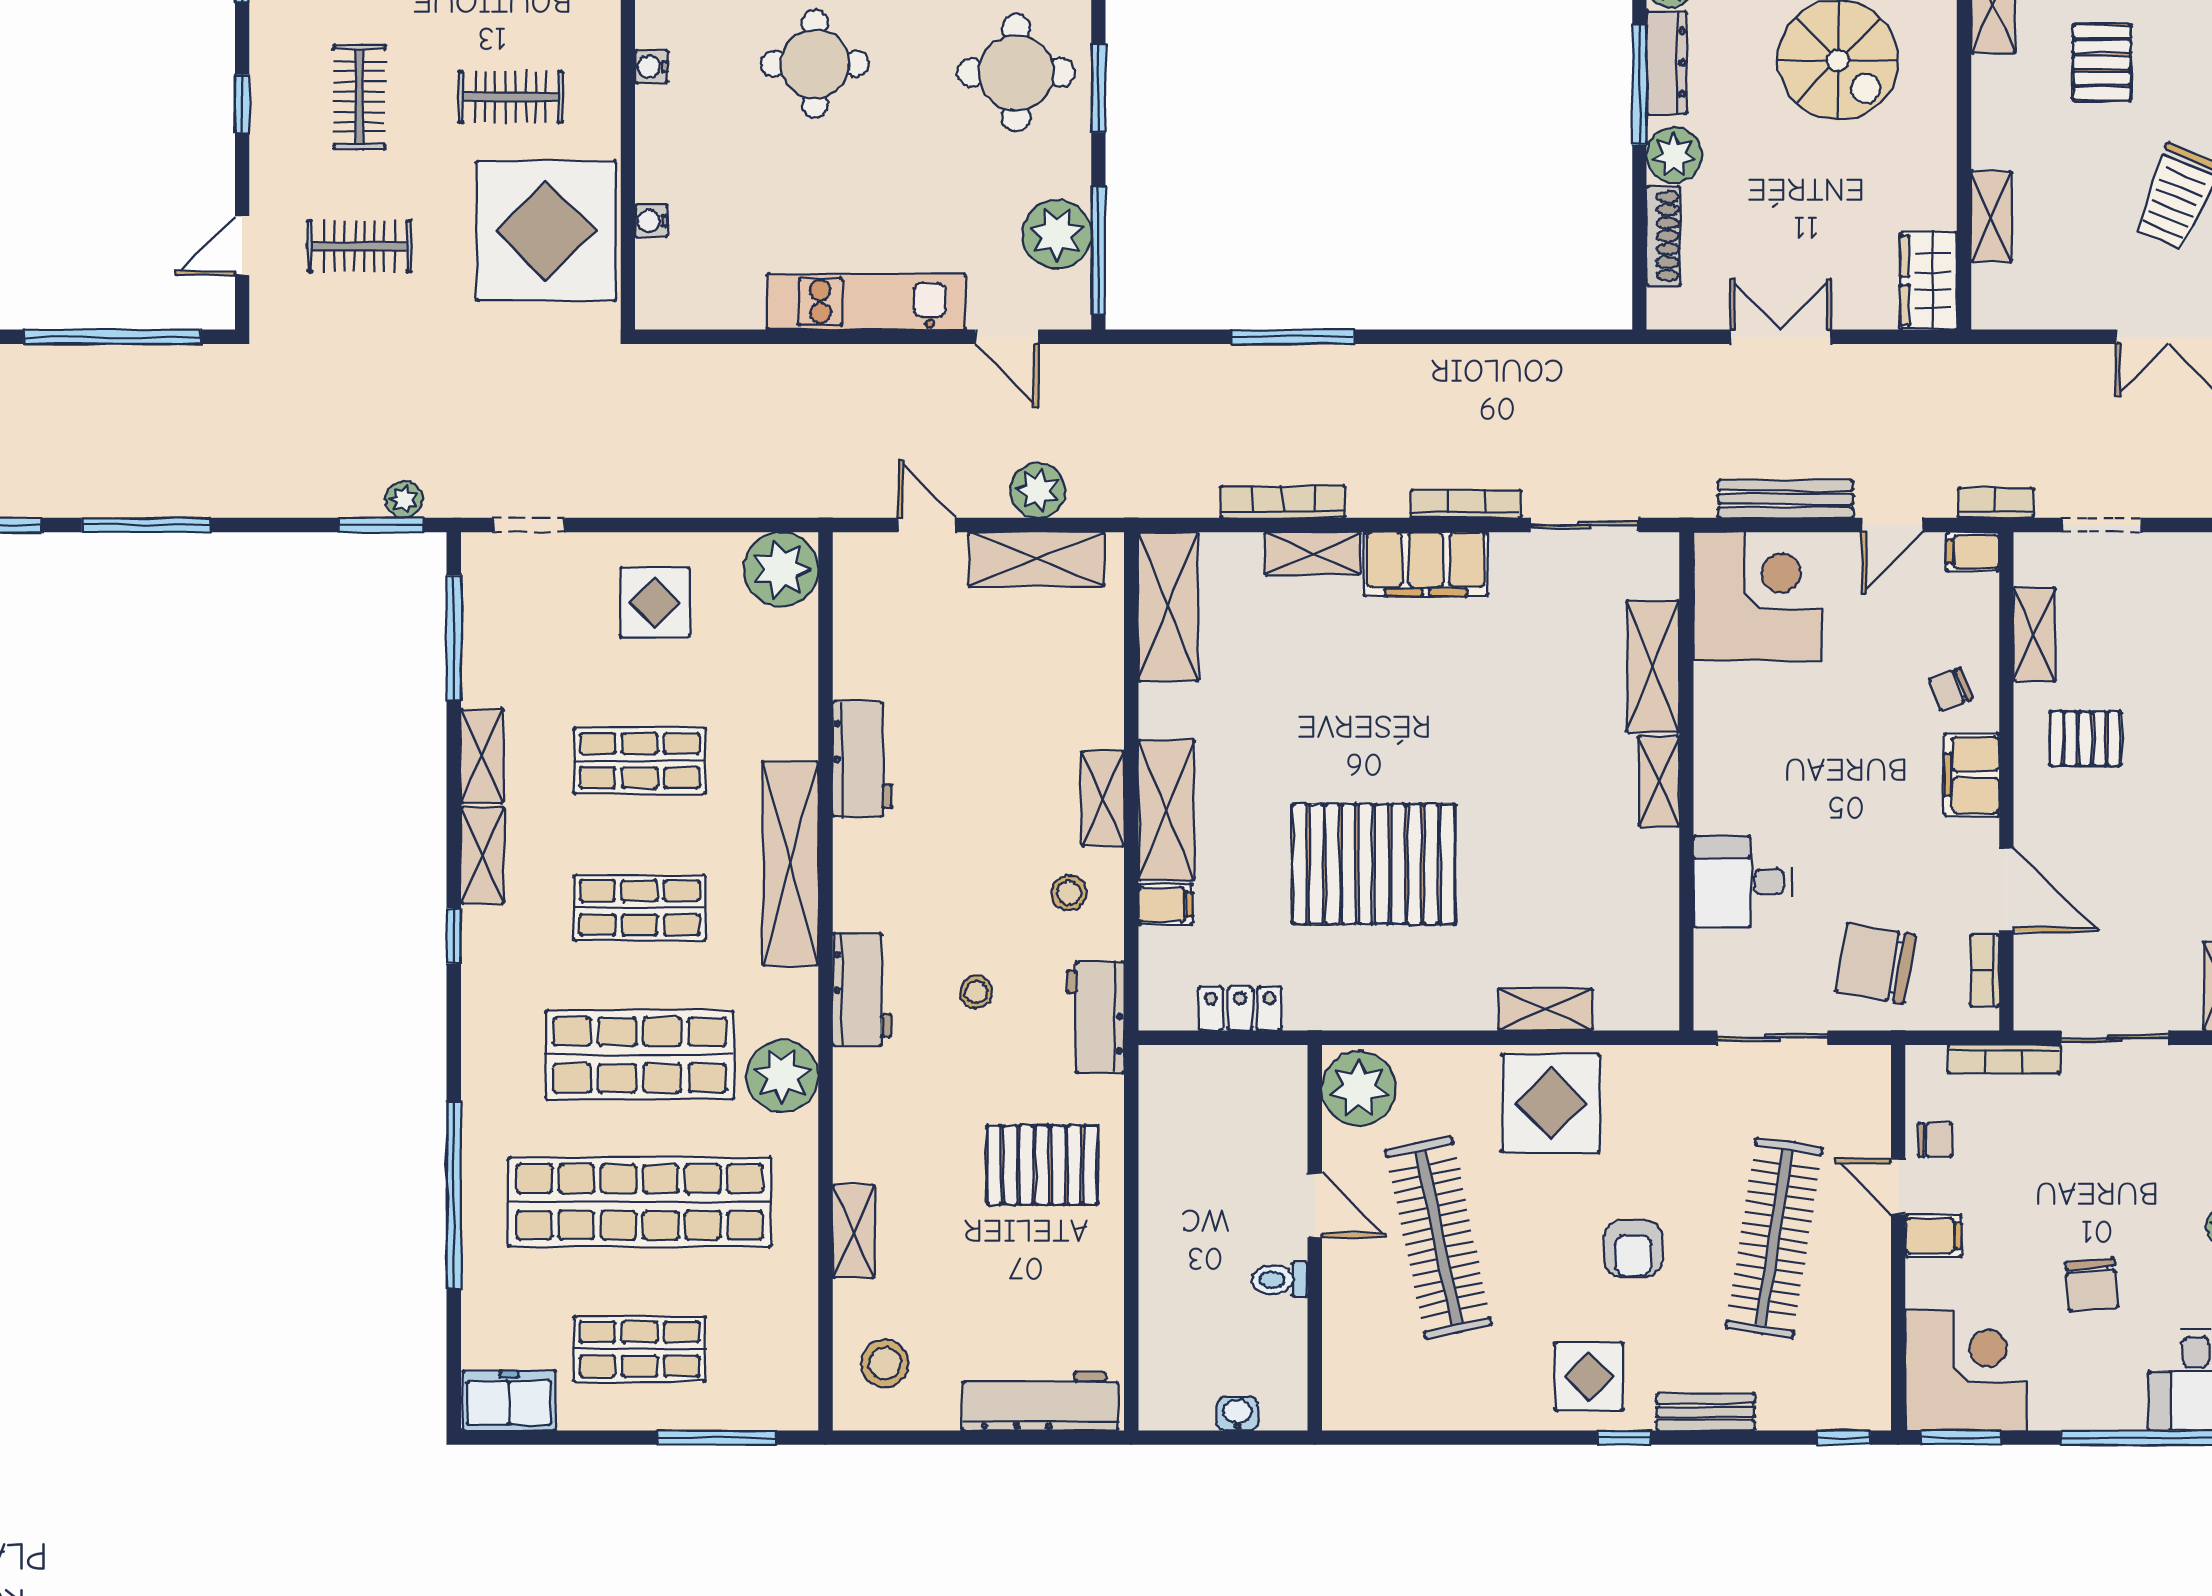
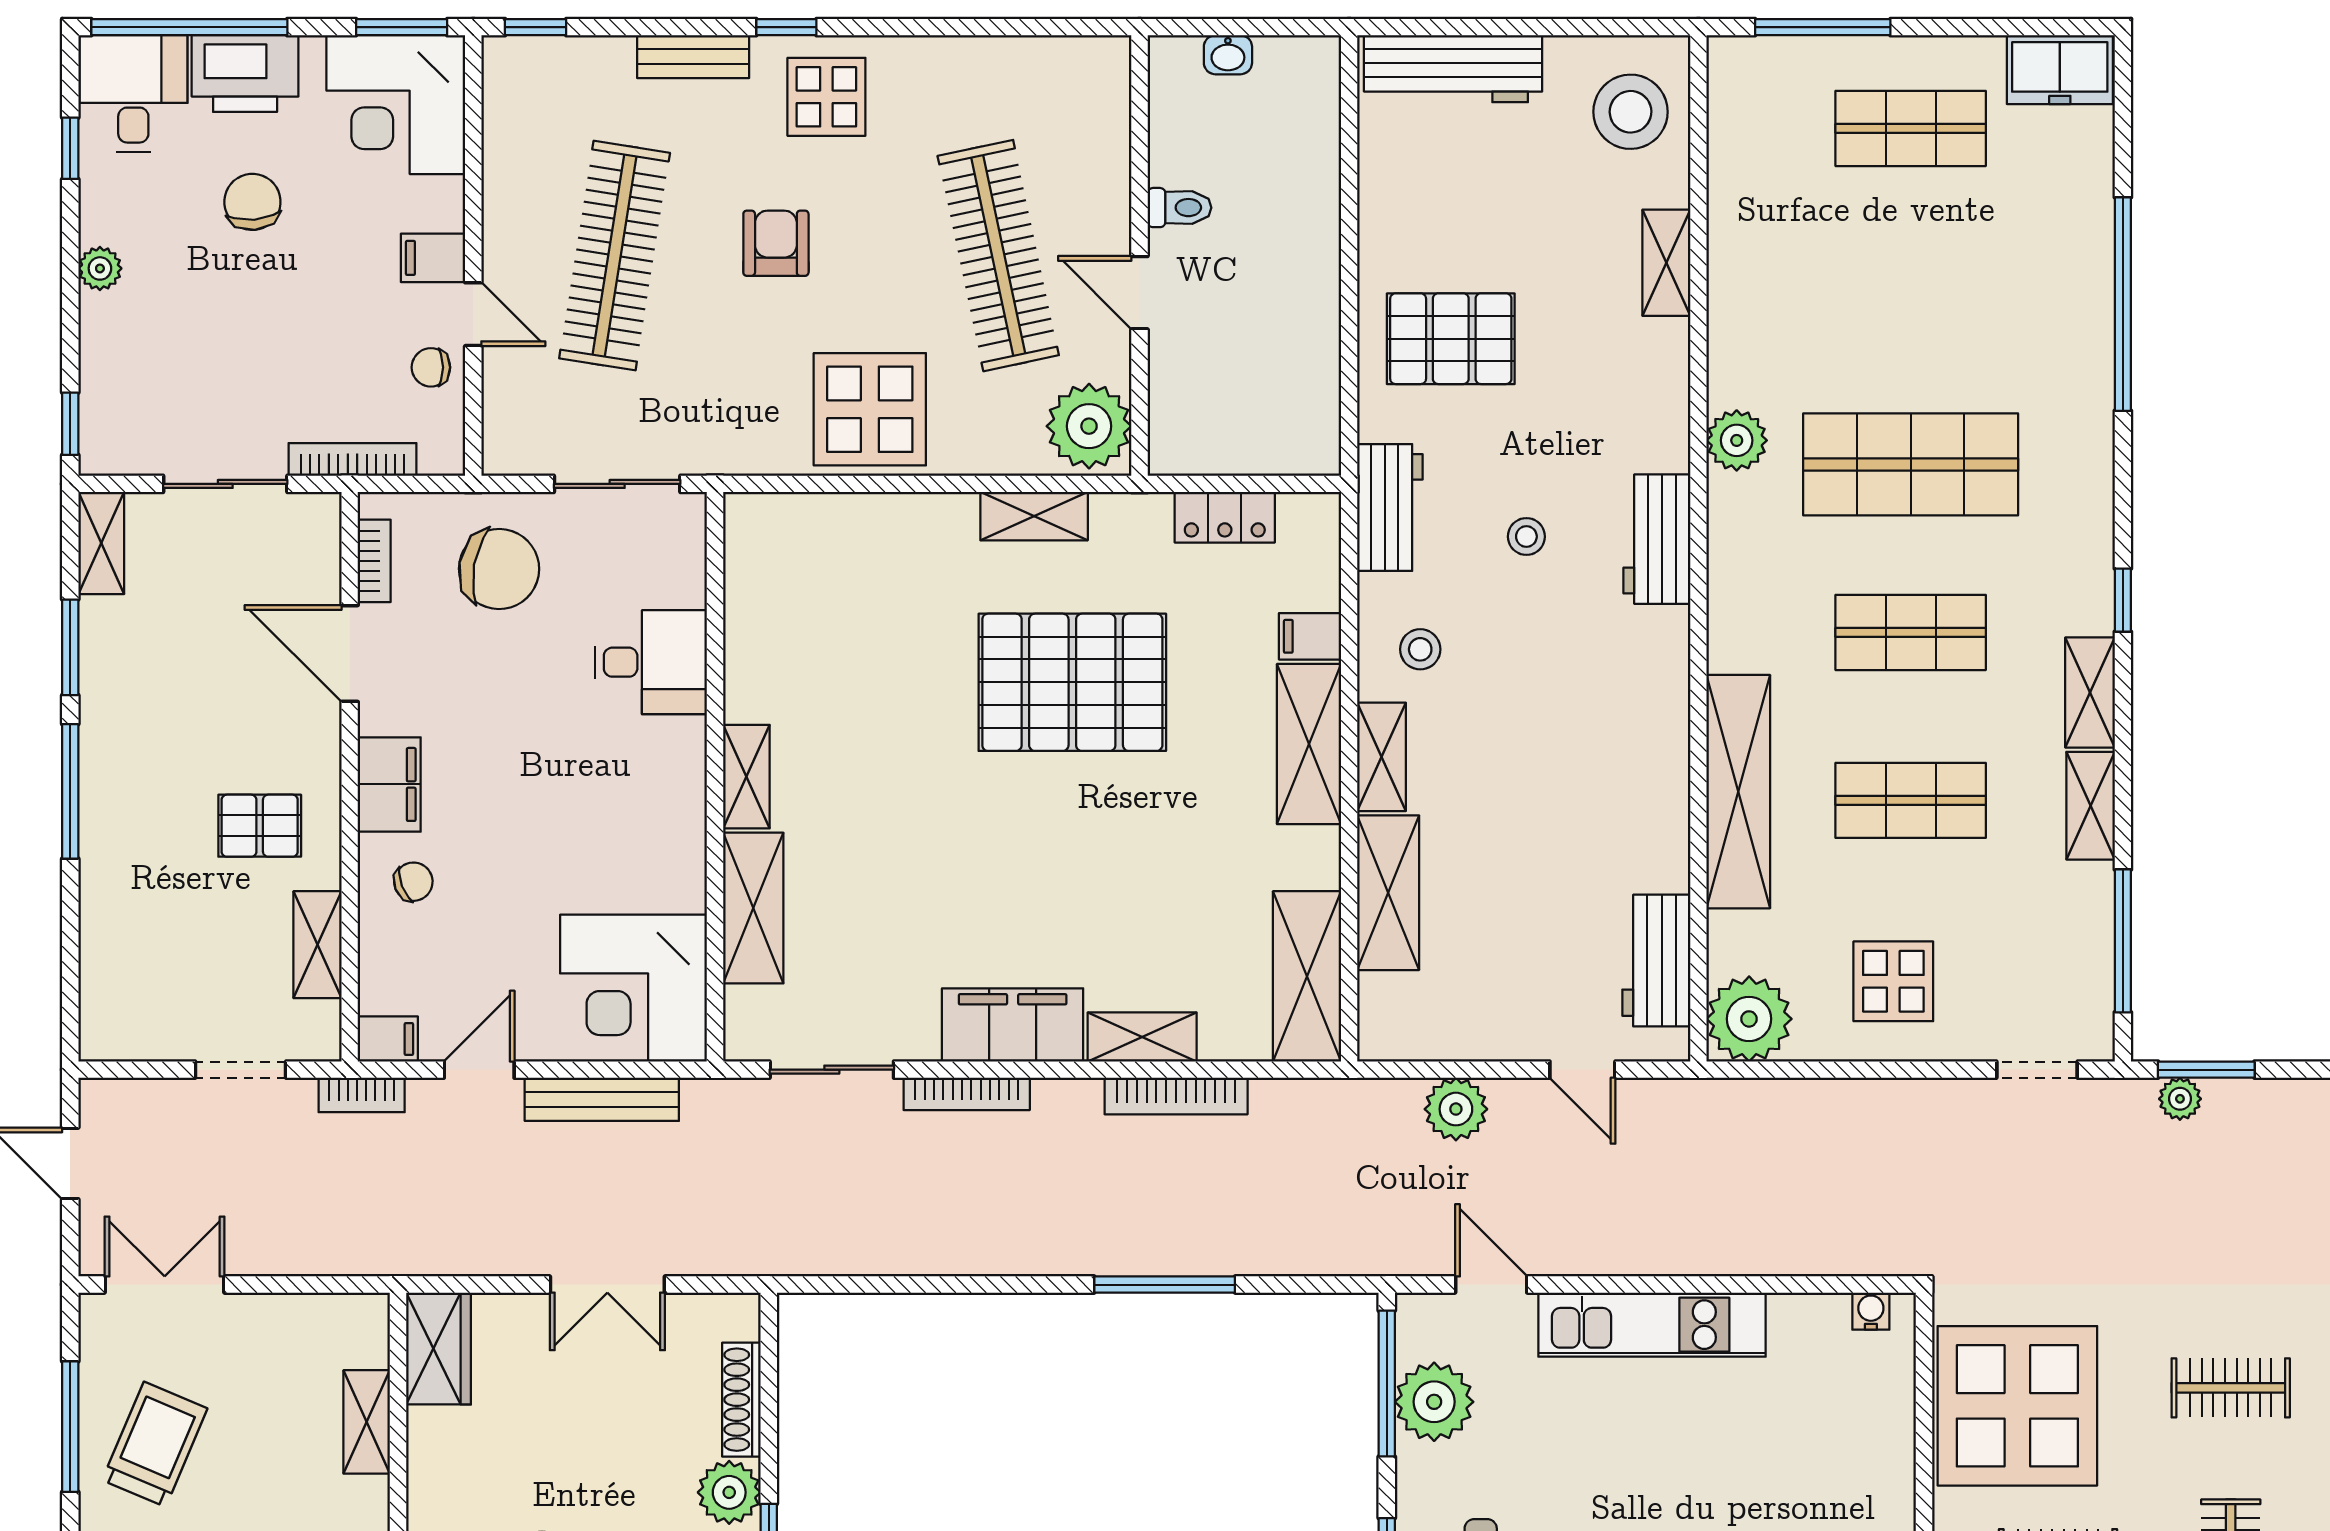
water cooler: (651, 221) -> (1871, 1311), moved, turned -90
shelving: (1037, 559) -> (1388, 893), moved, turned 90
workbench: (862, 759) -> (1656, 961), moved
shelving: (791, 863) -> (1738, 792), moved
shelving: (1546, 1010) -> (1034, 516), moved
plant: (782, 1076) -> (1737, 440), width x0.73, depth x0.73
shop shelf: (640, 1202) -> (1911, 296), removed
stool: (885, 1364) -> (1631, 112), width x1.38, depth x1.38
printer: (2098, 1397) -> (245, 74), added

